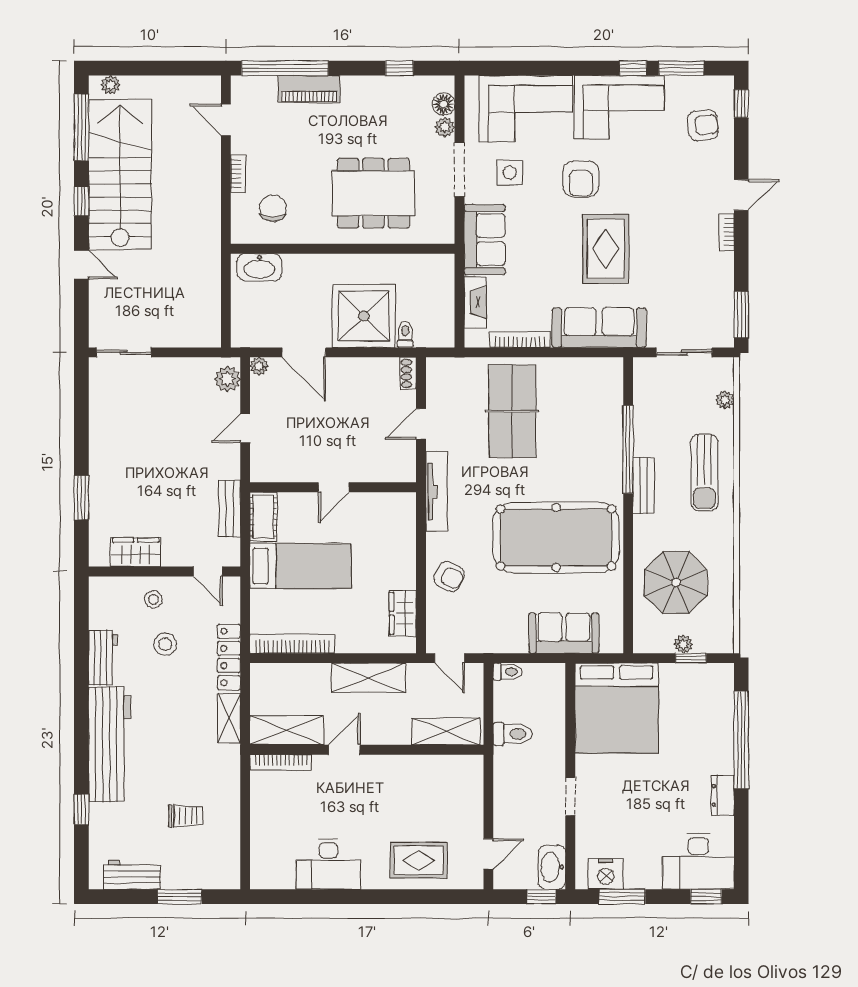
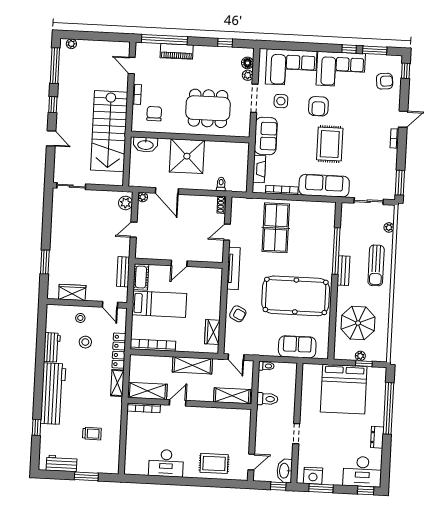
stairs: (120, 174) -> (109, 131), moved, turned 180
shower: (364, 316) -> (187, 156), moved
bed: (617, 708) -> (344, 389), moved

